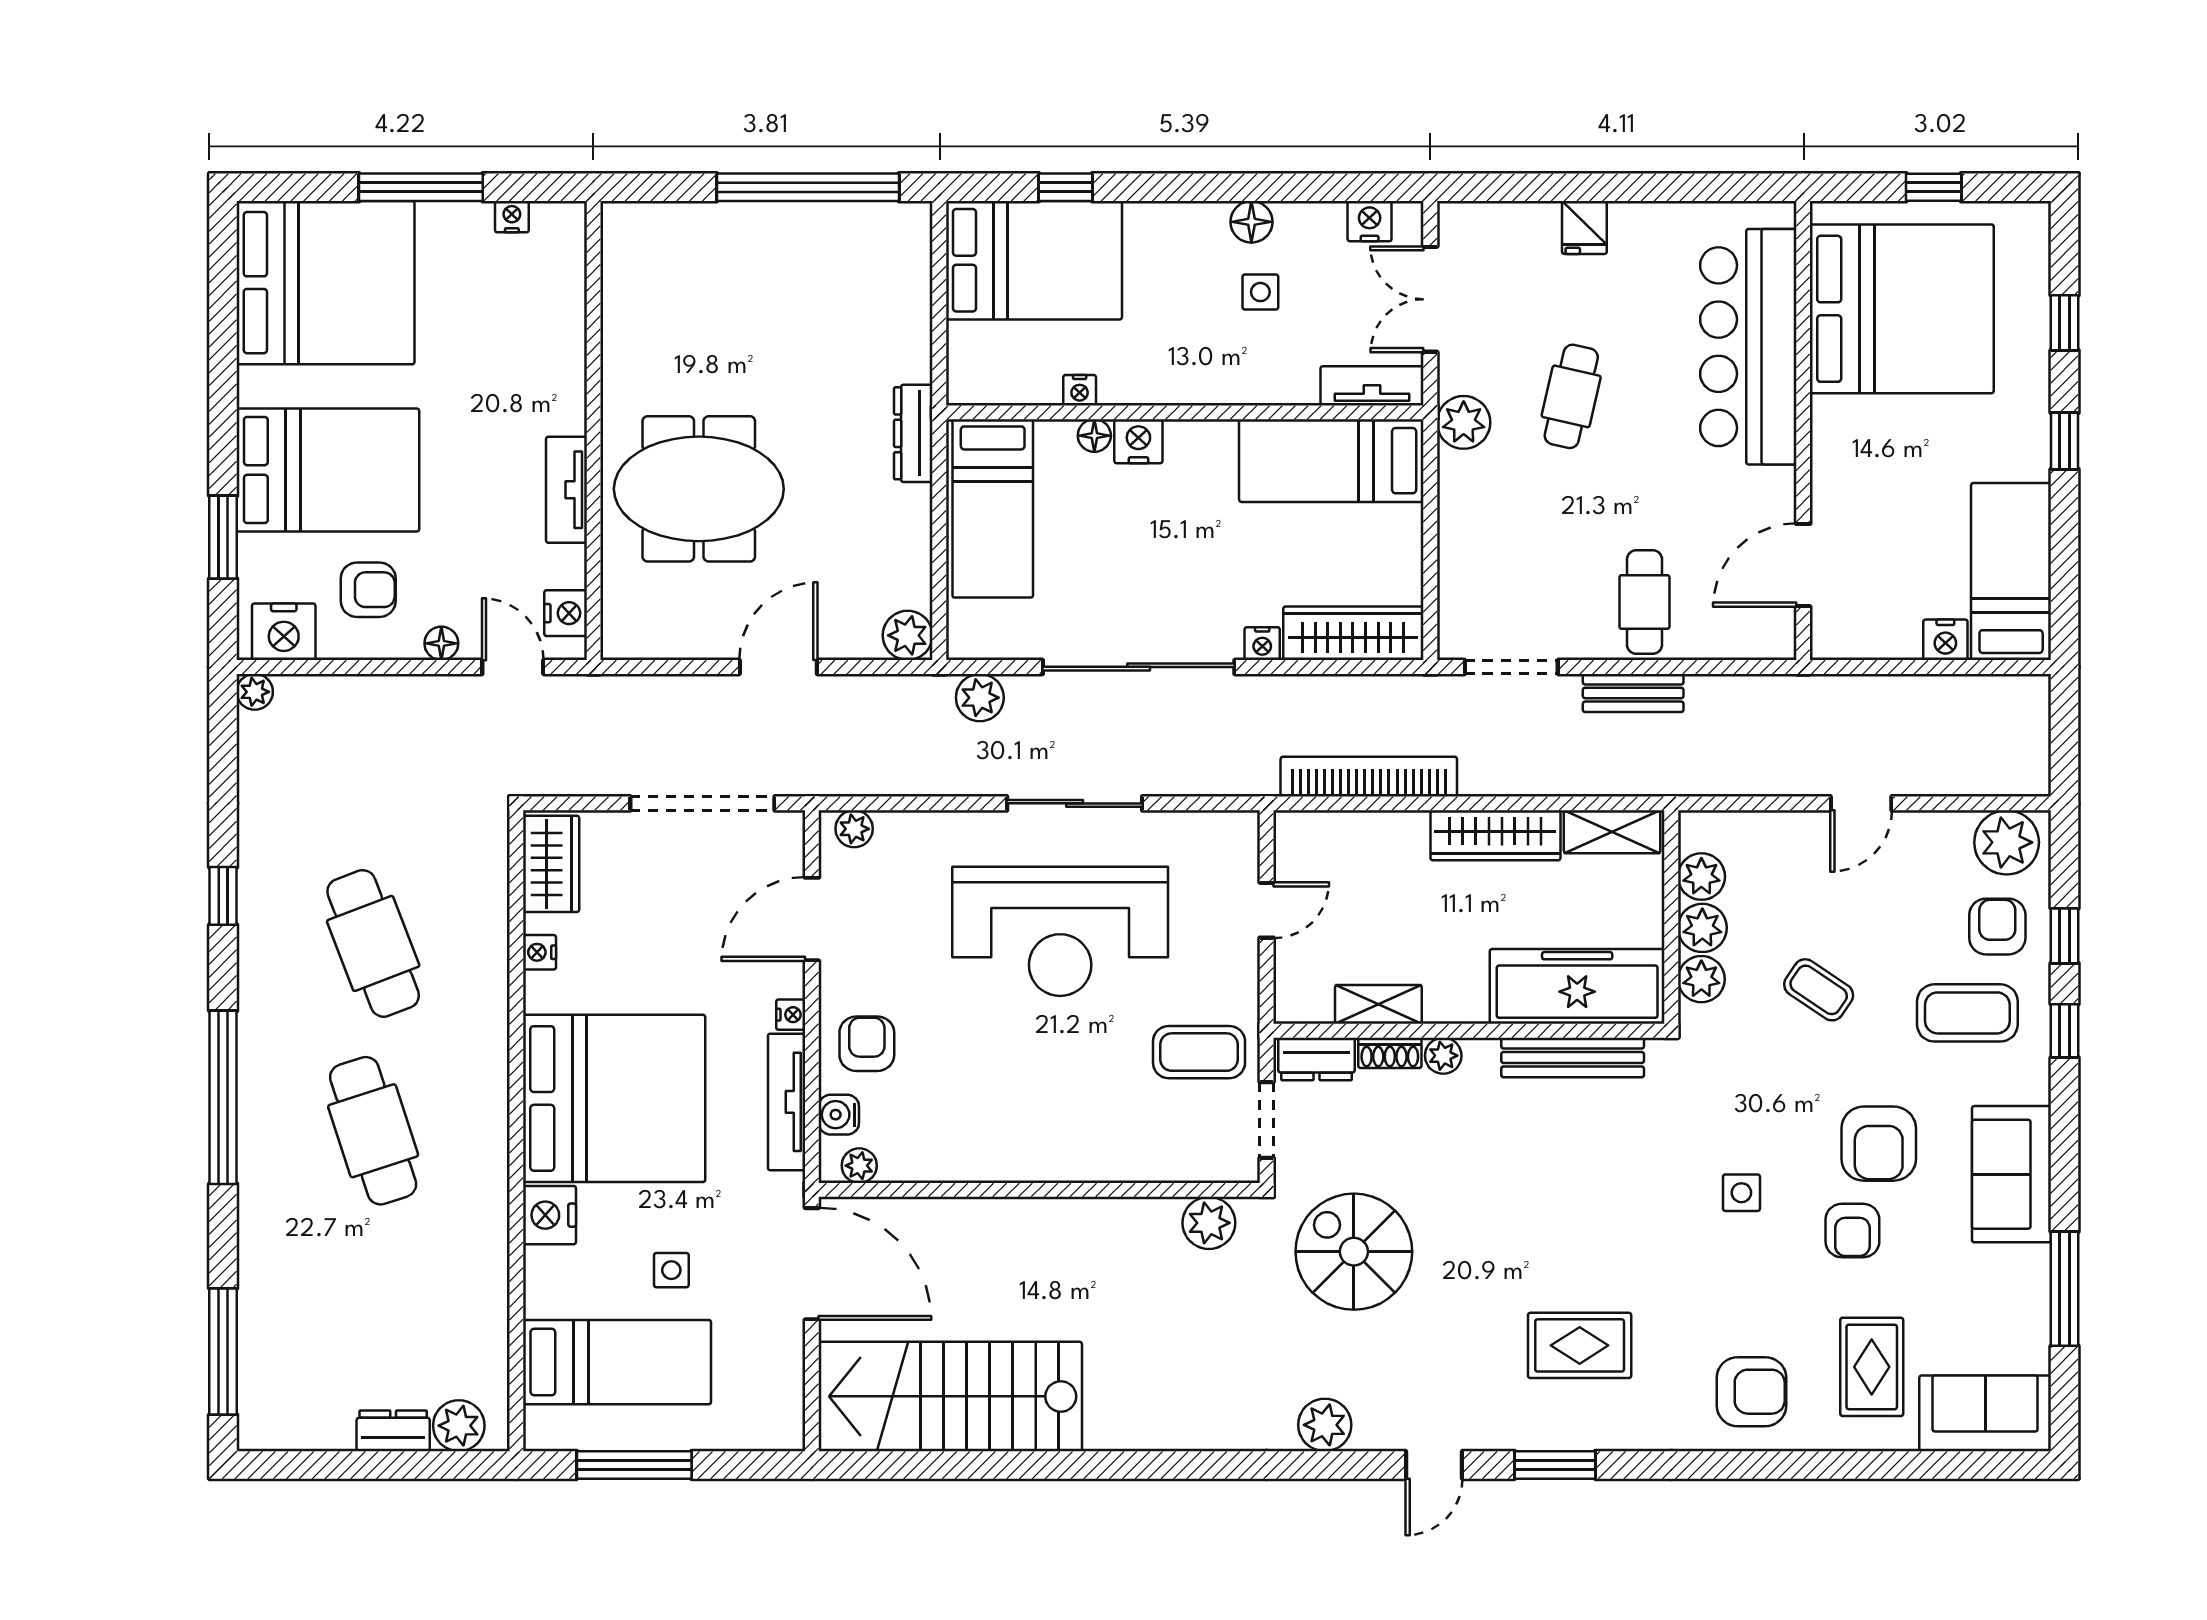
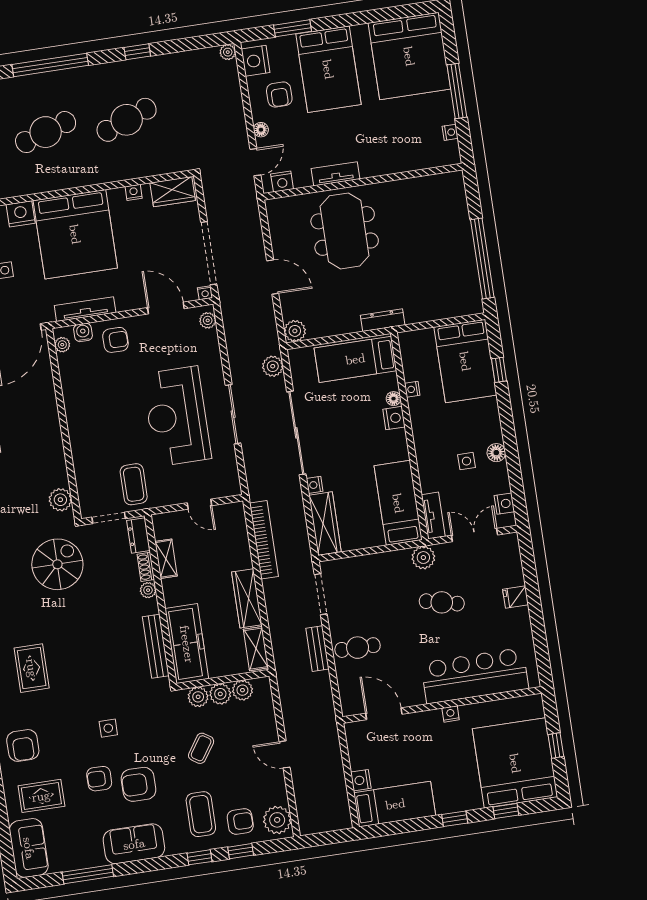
bed: (1902, 309) -> (515, 763), moved, turned 180
nightstand: (1826, 414) -> (451, 714), added
nightstand: (791, 1015) -> (205, 293), moved

